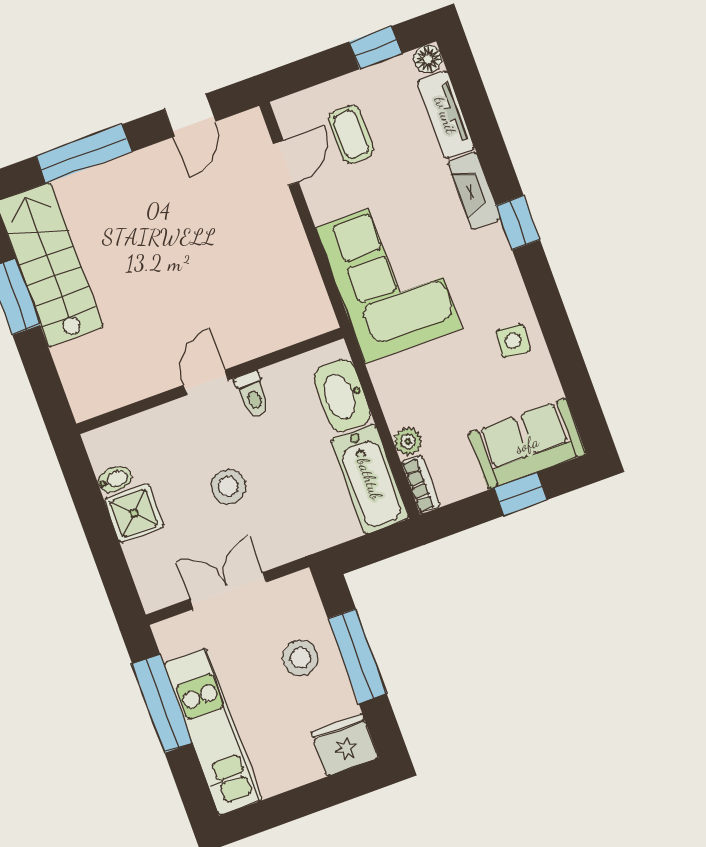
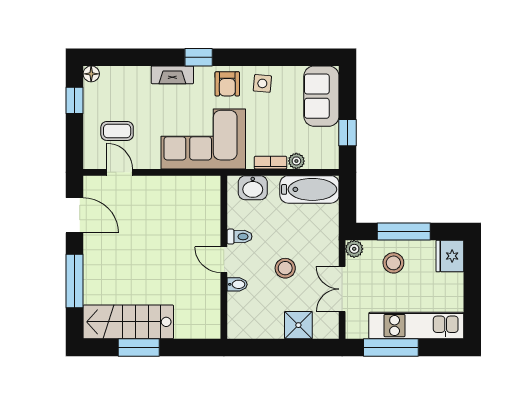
door: (190, 115) -> (74, 215), width x1.37
tv unit: (446, 115) -> (125, 75), removed
armchair: (492, 285) -> (227, 84), added
washbasin: (342, 396) -> (253, 188), width x0.72
bidet: (115, 479) -> (237, 284), moved, turned 90
bookcase: (421, 484) -> (271, 163), moved
window: (520, 494) -> (348, 133), moved
shower: (134, 513) -> (298, 325), moved
plant: (300, 586) -> (354, 249), added

